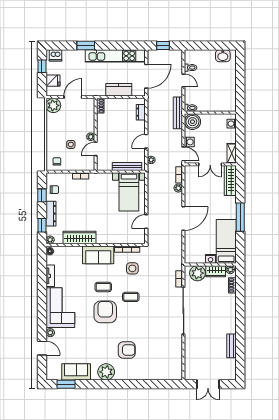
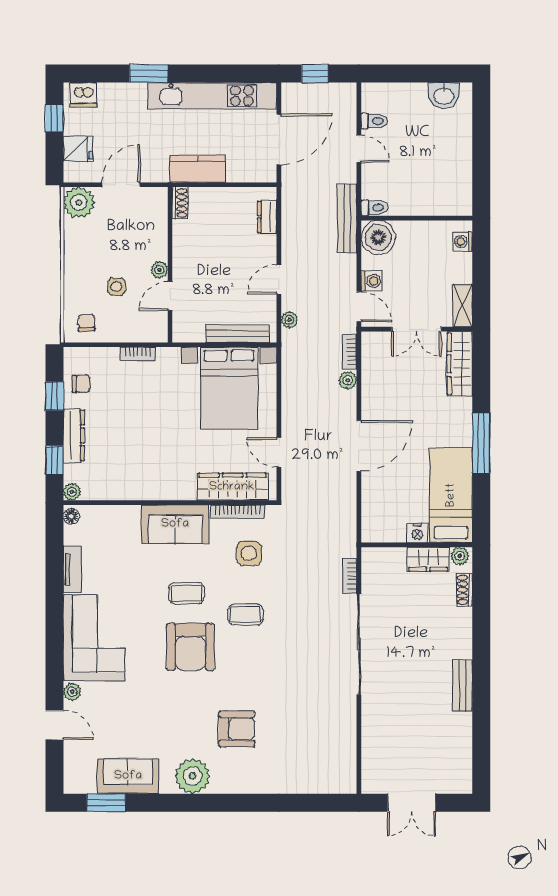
kitchen counter: (119, 90) -> (198, 169), moved
bed with nightstands: (129, 192) -> (229, 388), width x1.36
door: (146, 221) -> (279, 452), hinge flipped
wardrobe: (80, 237) -> (232, 487), moved
plant: (197, 273) -> (389, 564), removed
armchair: (105, 312) -> (191, 647), turned 180
bench: (232, 346) -> (462, 686), moved

